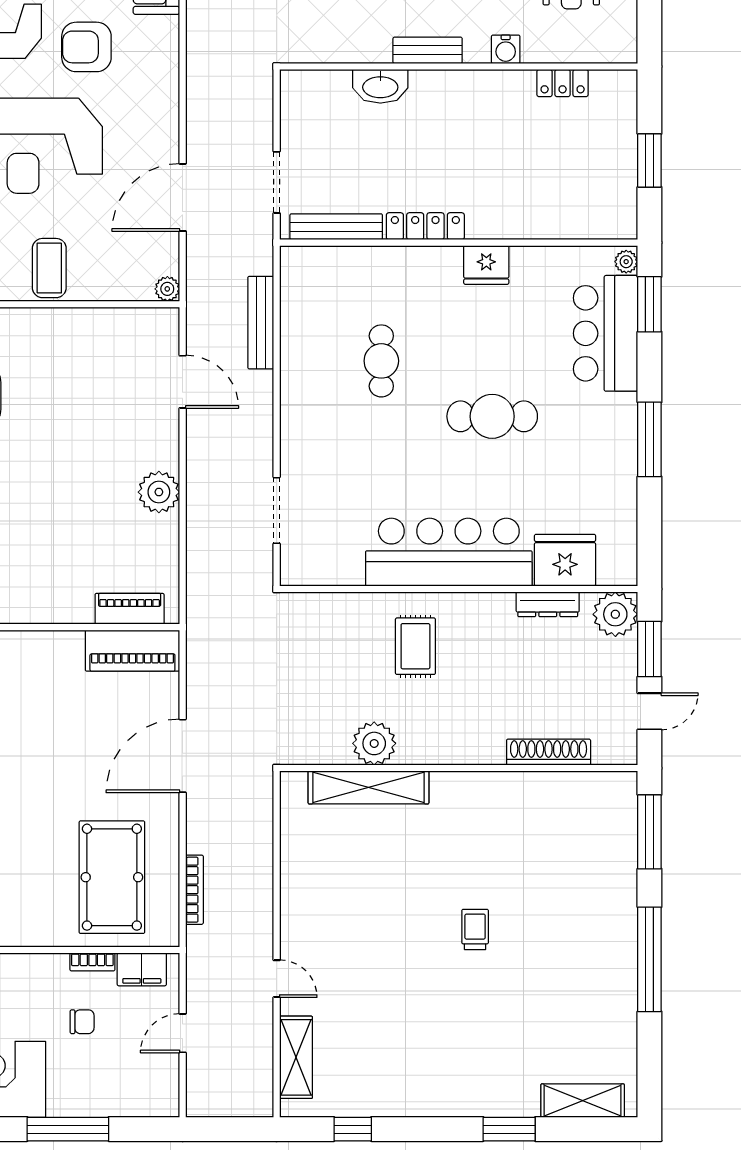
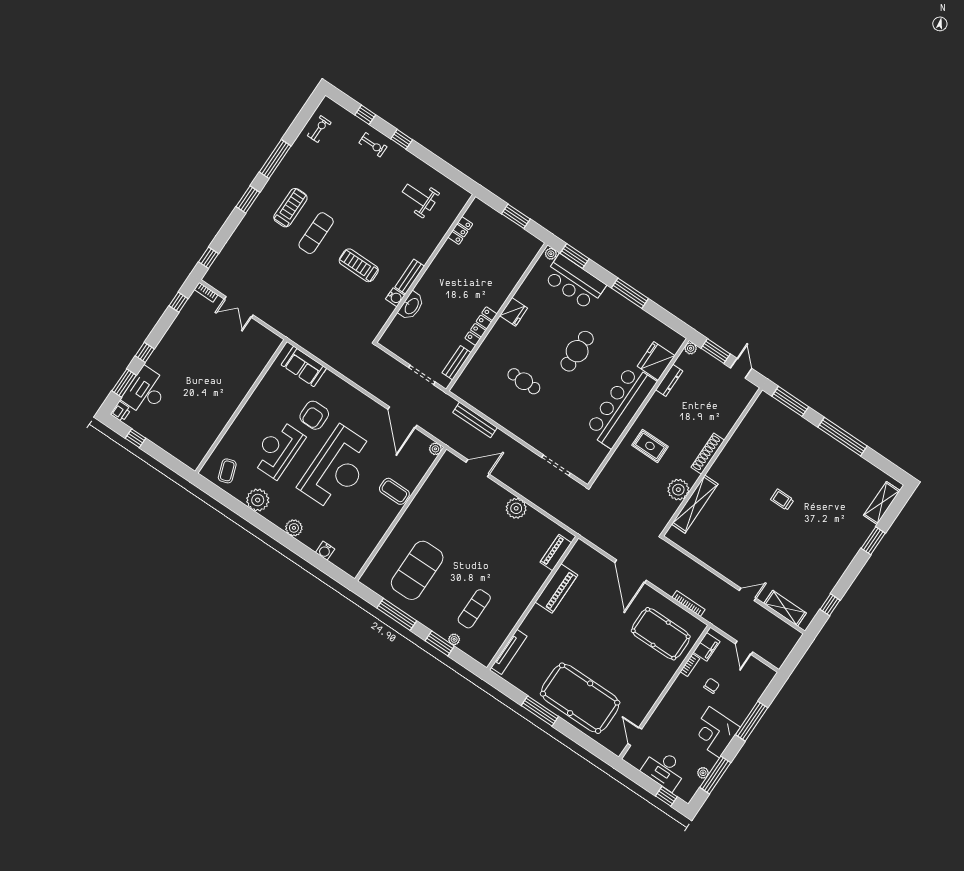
water cooler: (506, 49) -> (395, 297), moved
bench: (336, 227) -> (457, 363), width x0.73
plant: (615, 614) -> (691, 348), width x0.53, depth x0.53
piano: (132, 651) -> (556, 588), moved
shoe rack: (549, 752) -> (708, 454), moved

